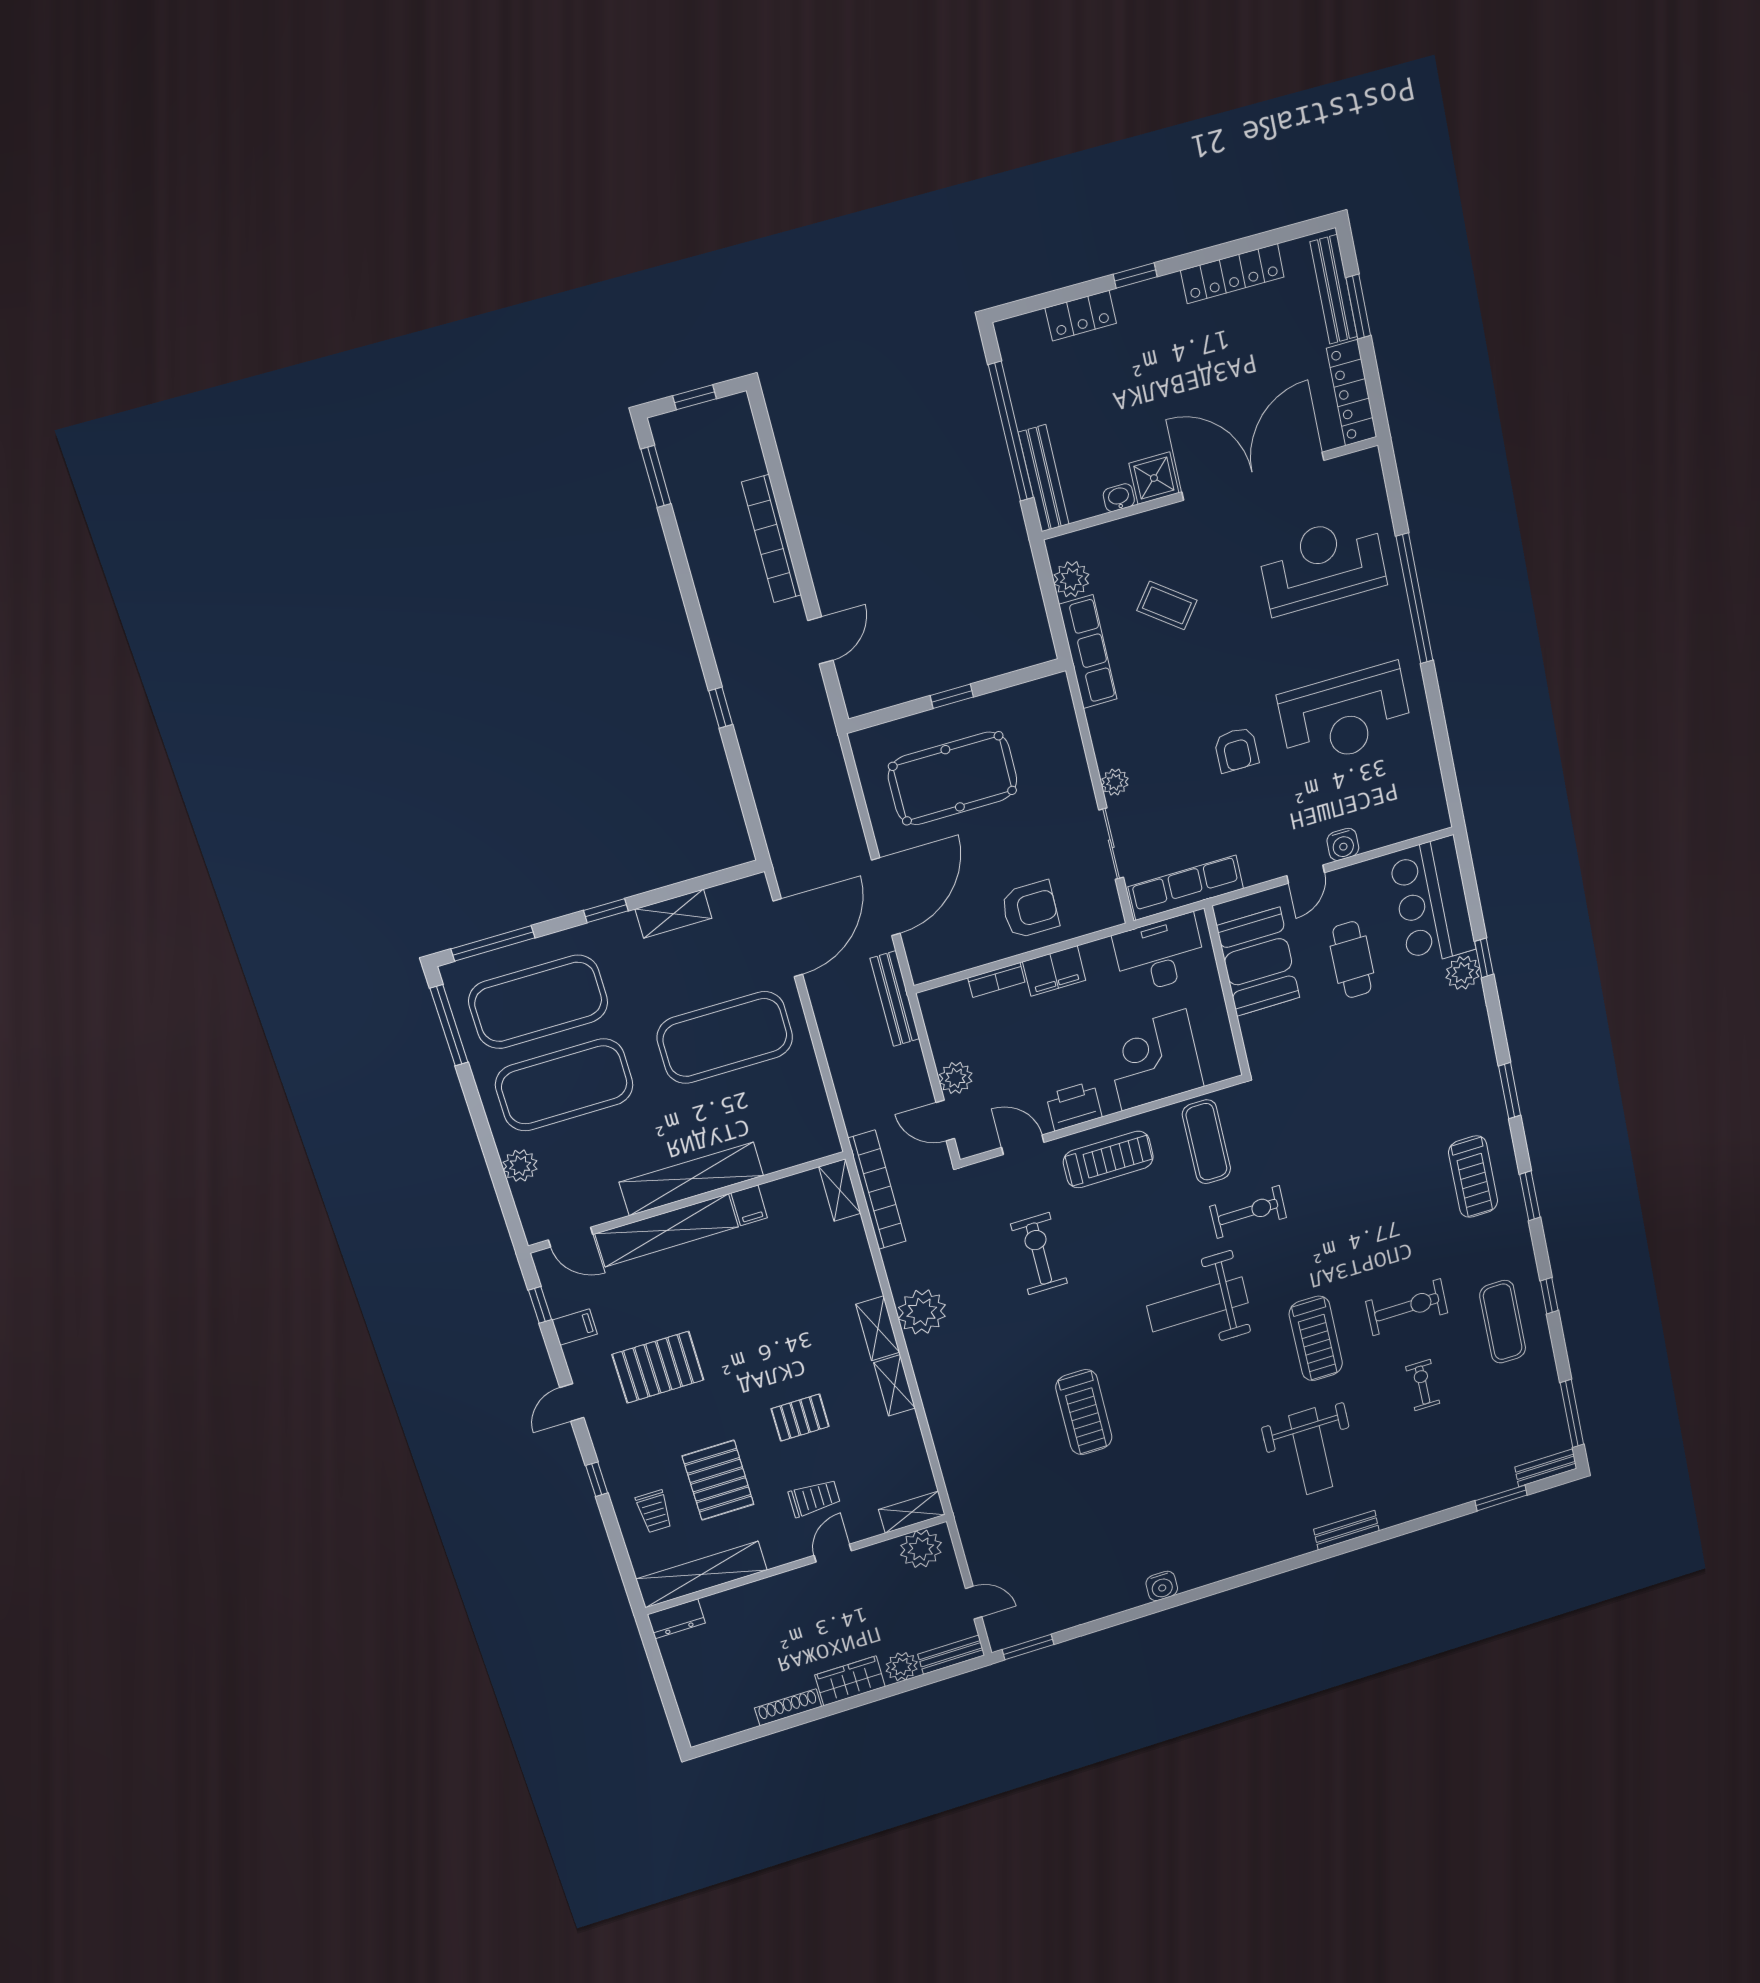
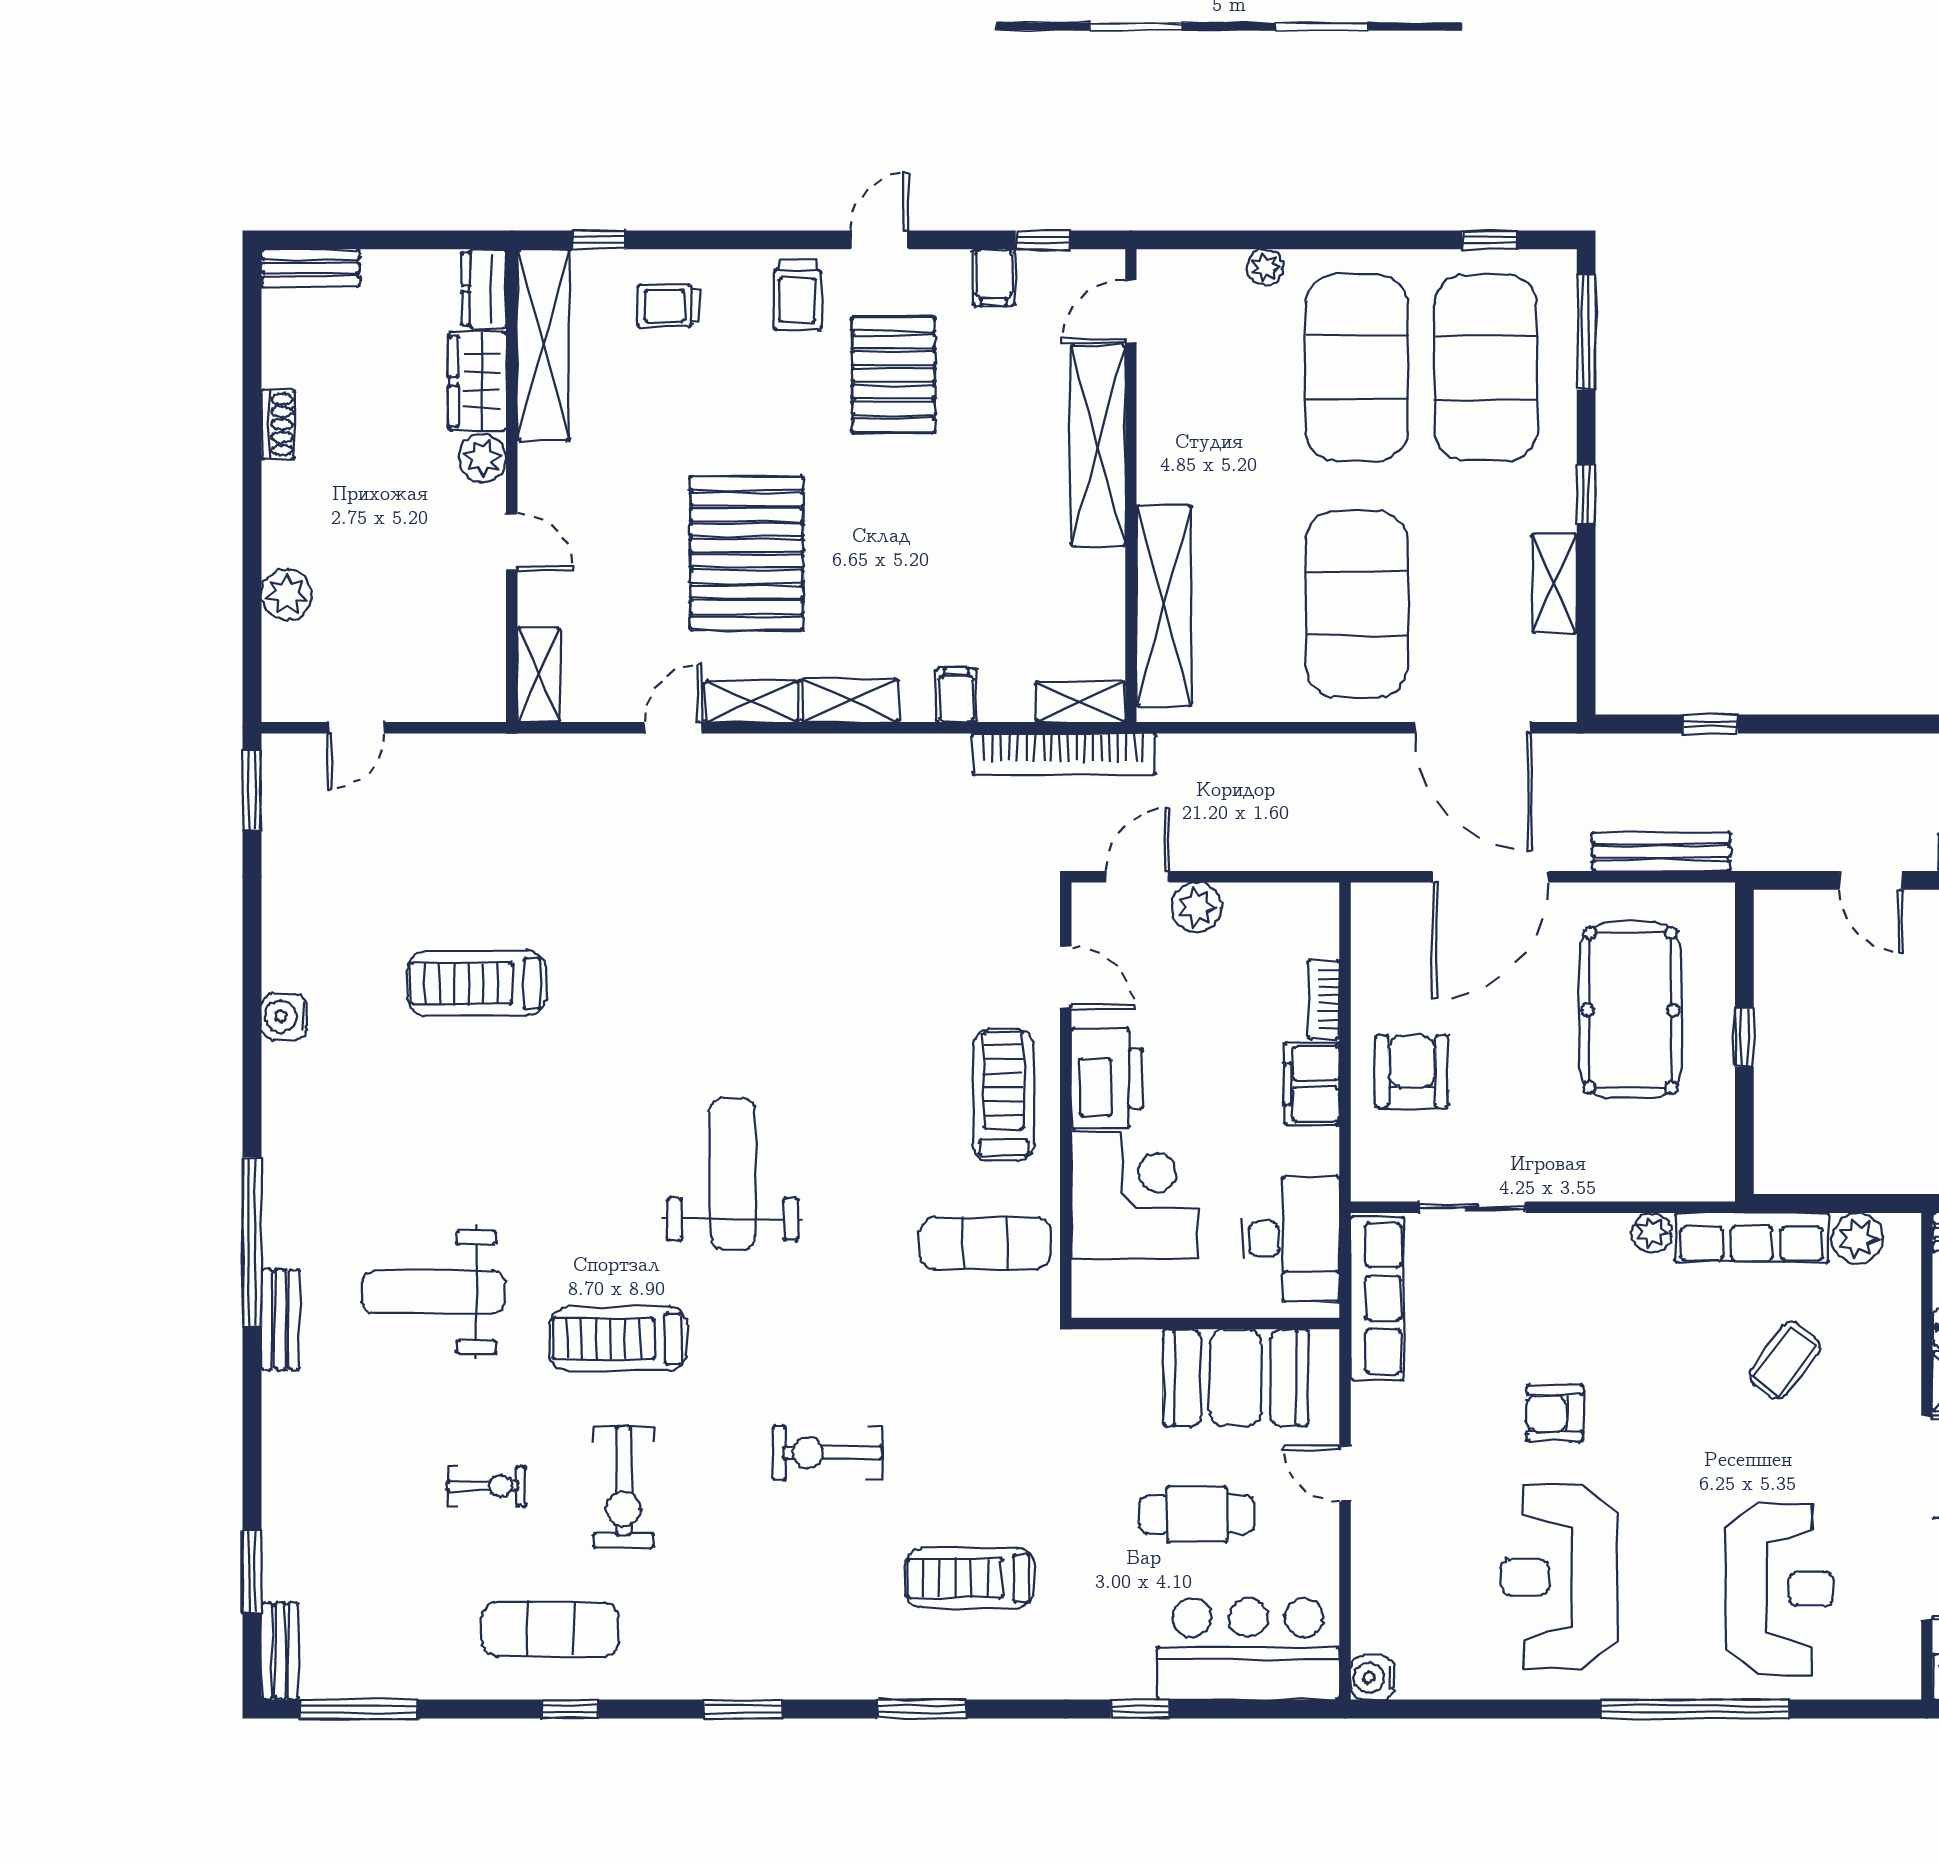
window: (721, 708) -> (1711, 724), moved
plant: (1115, 782) -> (1652, 1233), moved
water cooler: (1343, 844) -> (1373, 1678), moved
door: (886, 897) -> (1491, 877), hinge flipped
armchair: (1030, 910) -> (1412, 1071), turned 180
plant: (1463, 973) -> (1127, 1673), removed
bench: (895, 999) -> (1661, 852), moved
window: (449, 1025) -> (1490, 240), width x0.46
printer: (1074, 1106) -> (1107, 1078), width x1.37, depth x1.19
door: (1023, 1145) -> (1066, 978), hinge flipped
treadmill: (1108, 1159) -> (1004, 1095), turned 180
plant: (520, 1166) -> (1265, 267), width x0.73, depth x0.73
treadmill: (1473, 1177) -> (970, 1578), moved
shelving: (691, 1179) -> (1164, 606), moved
filing cabinet: (749, 1205) -> (956, 695), moved, turned 90
exercise bike: (1248, 1212) -> (827, 1453), moved, turned 90
exercise bike: (1039, 1254) -> (890, 961), removed
plant: (922, 1312) -> (855, 770), removed
door: (572, 1403) -> (879, 240), hinge flipped
treadmill: (1084, 1412) -> (476, 983), moved
pallet: (800, 1418) -> (747, 553), width x2.05, depth x2.00
door: (924, 1426) -> (673, 728), added
window: (597, 1479) -> (599, 240), moved
pallet: (718, 1480) -> (687, 410), removed
trolley: (814, 1498) -> (798, 295), moved
plant: (921, 1549) -> (482, 458), moved, width x0.73, depth x0.73
window: (1303, 1560) -> (252, 1242), added
bench: (951, 1655) -> (311, 268), moved, turned 90
wardrobe: (850, 1681) -> (478, 381), moved, turned 180
shoe rack: (788, 1707) -> (278, 424), width x0.70

